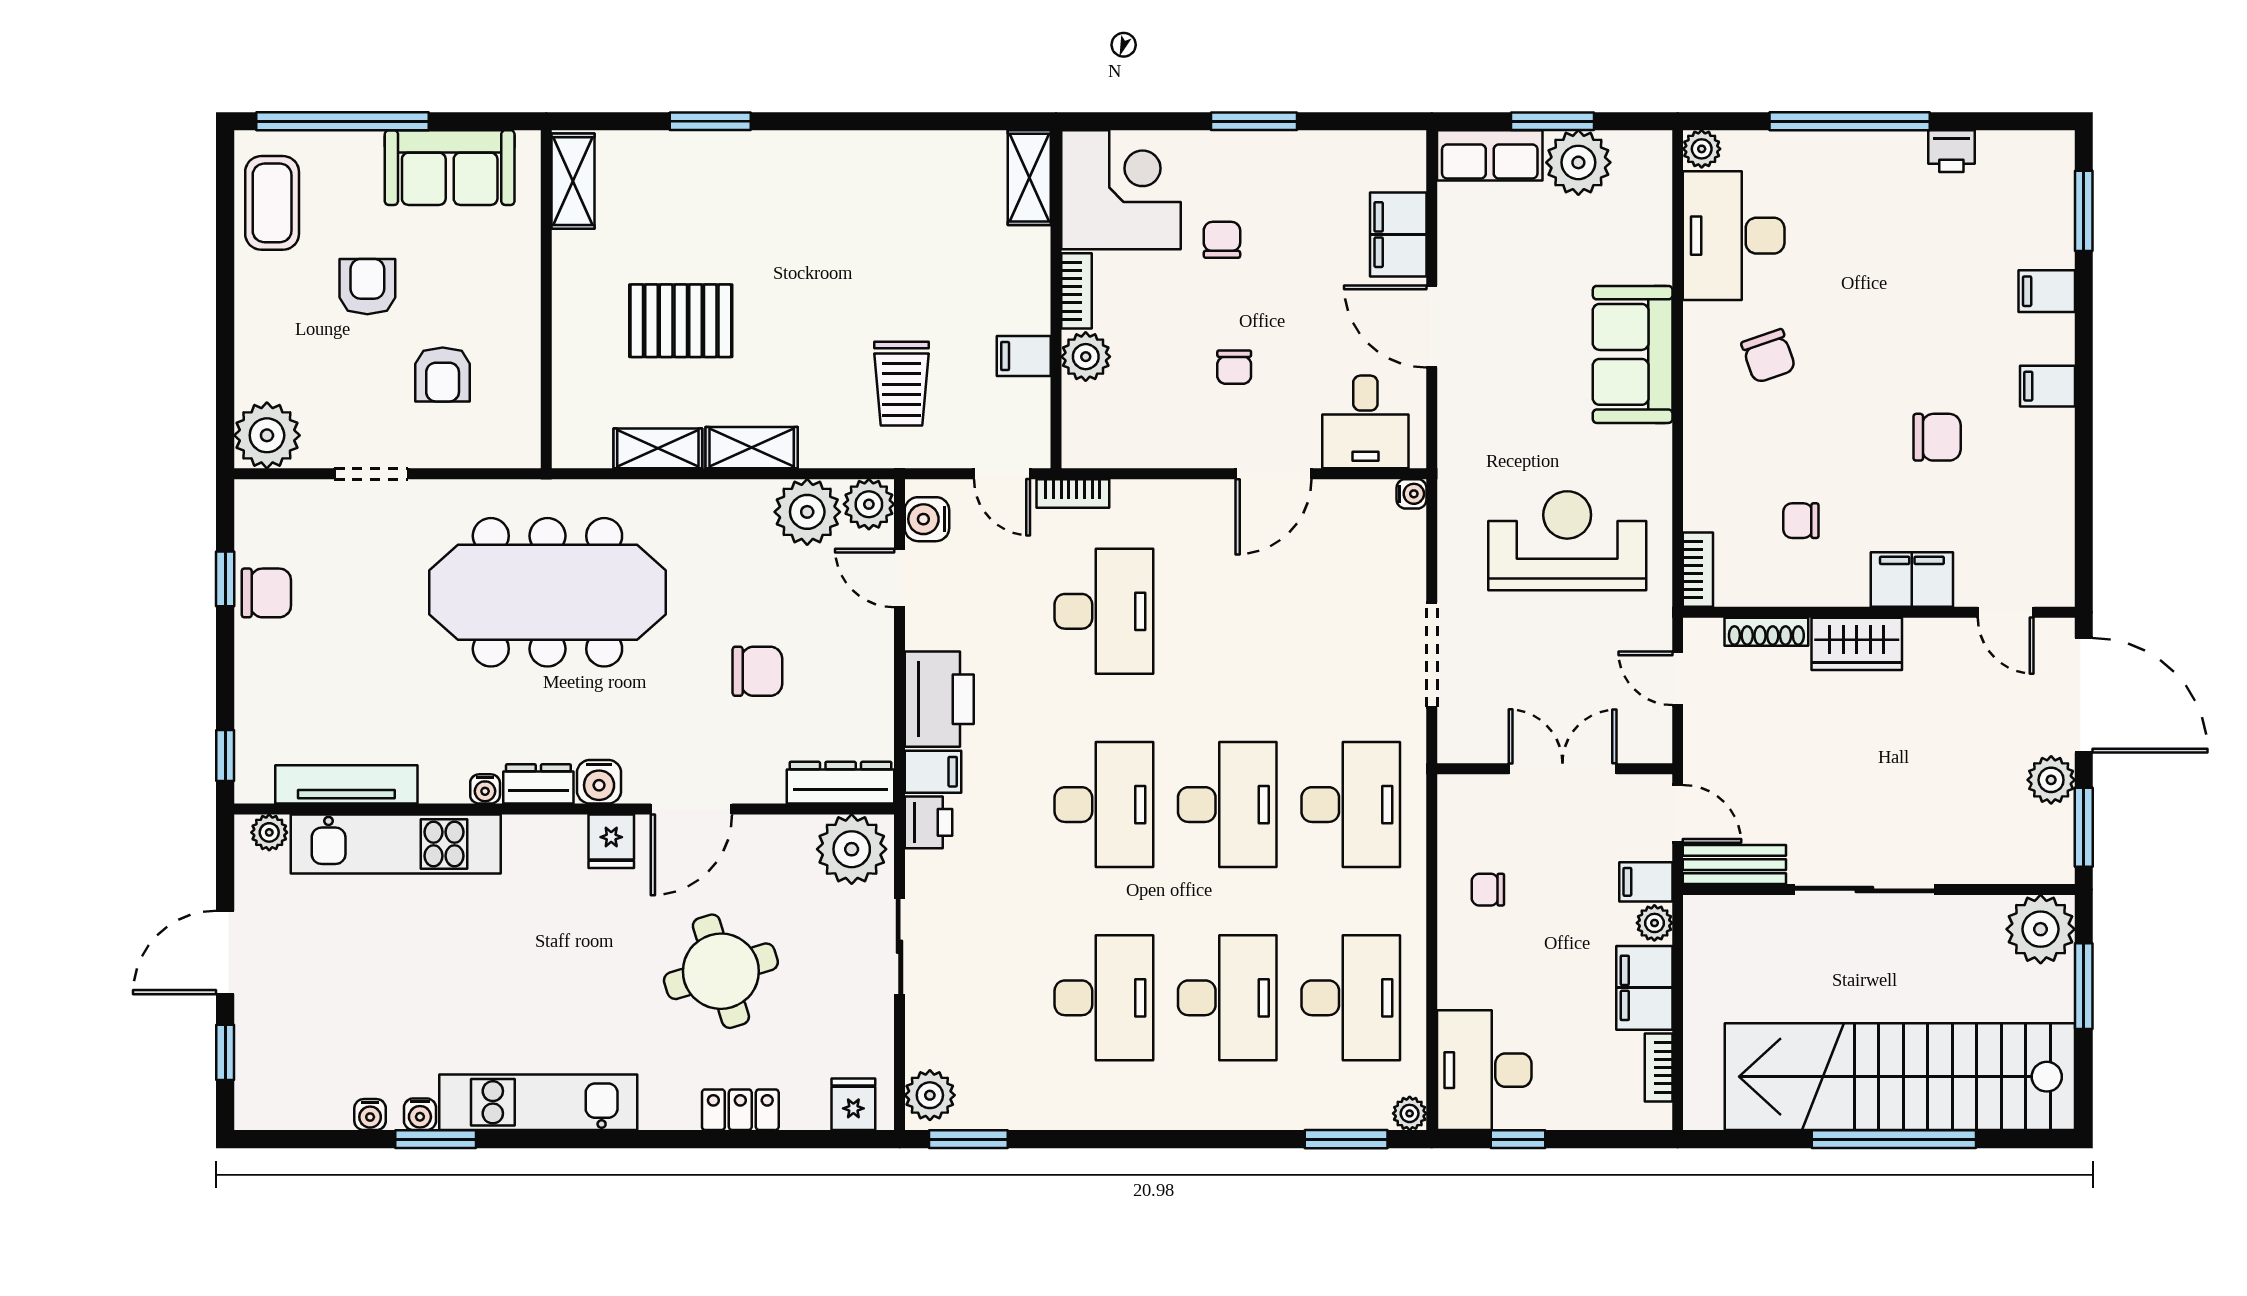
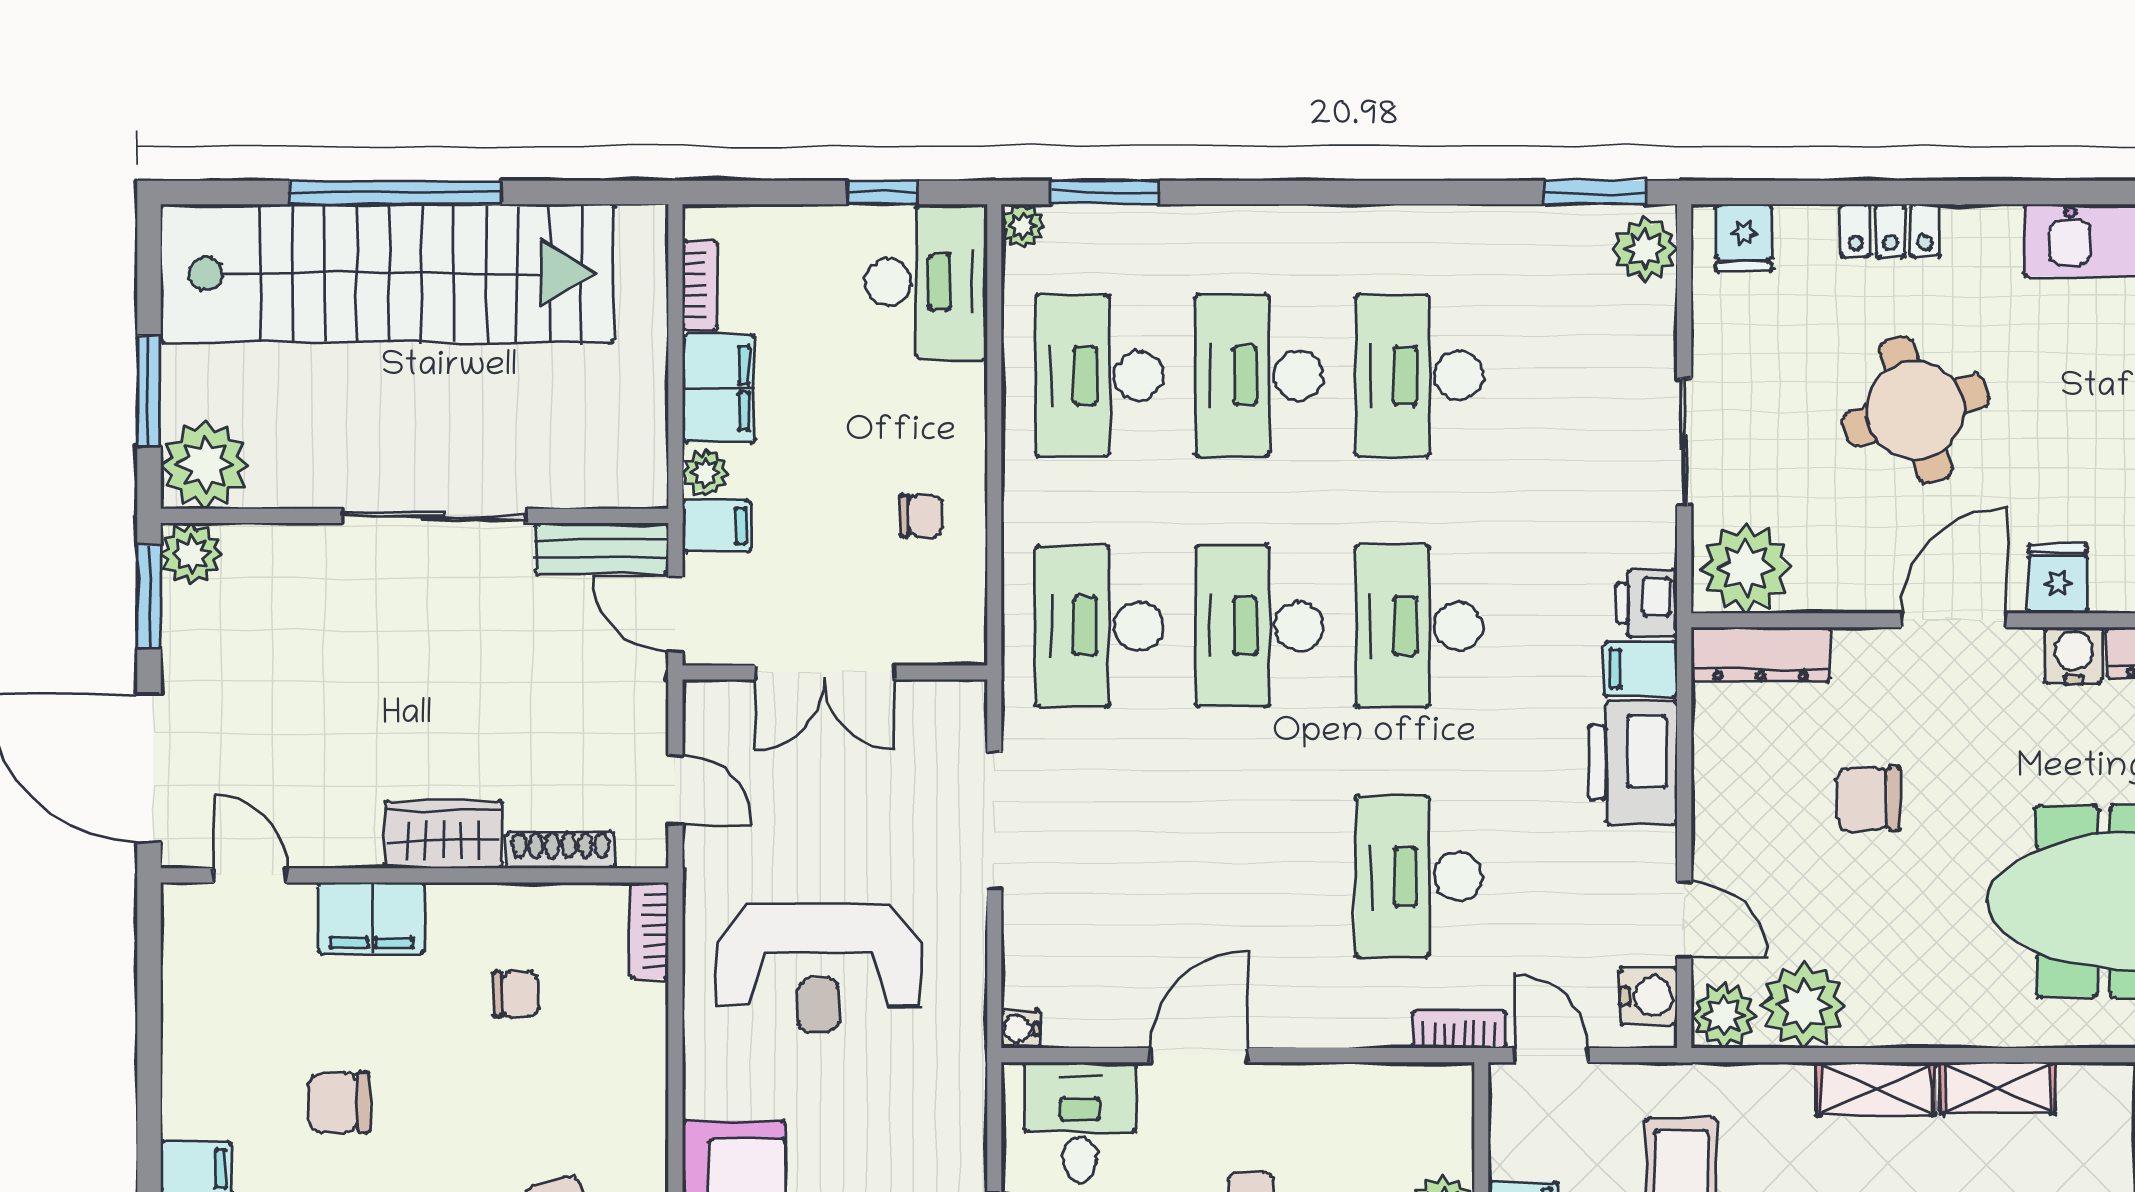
plant: (2051, 780) -> (191, 554), moved

